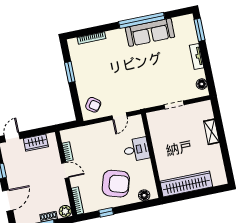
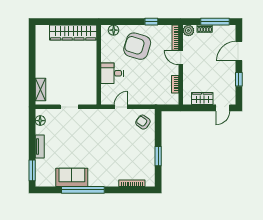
sofa: (150, 32) -> (72, 177), width x0.73
shelving: (211, 132) -> (40, 90), moved
door: (65, 170) -> (181, 58), moved

